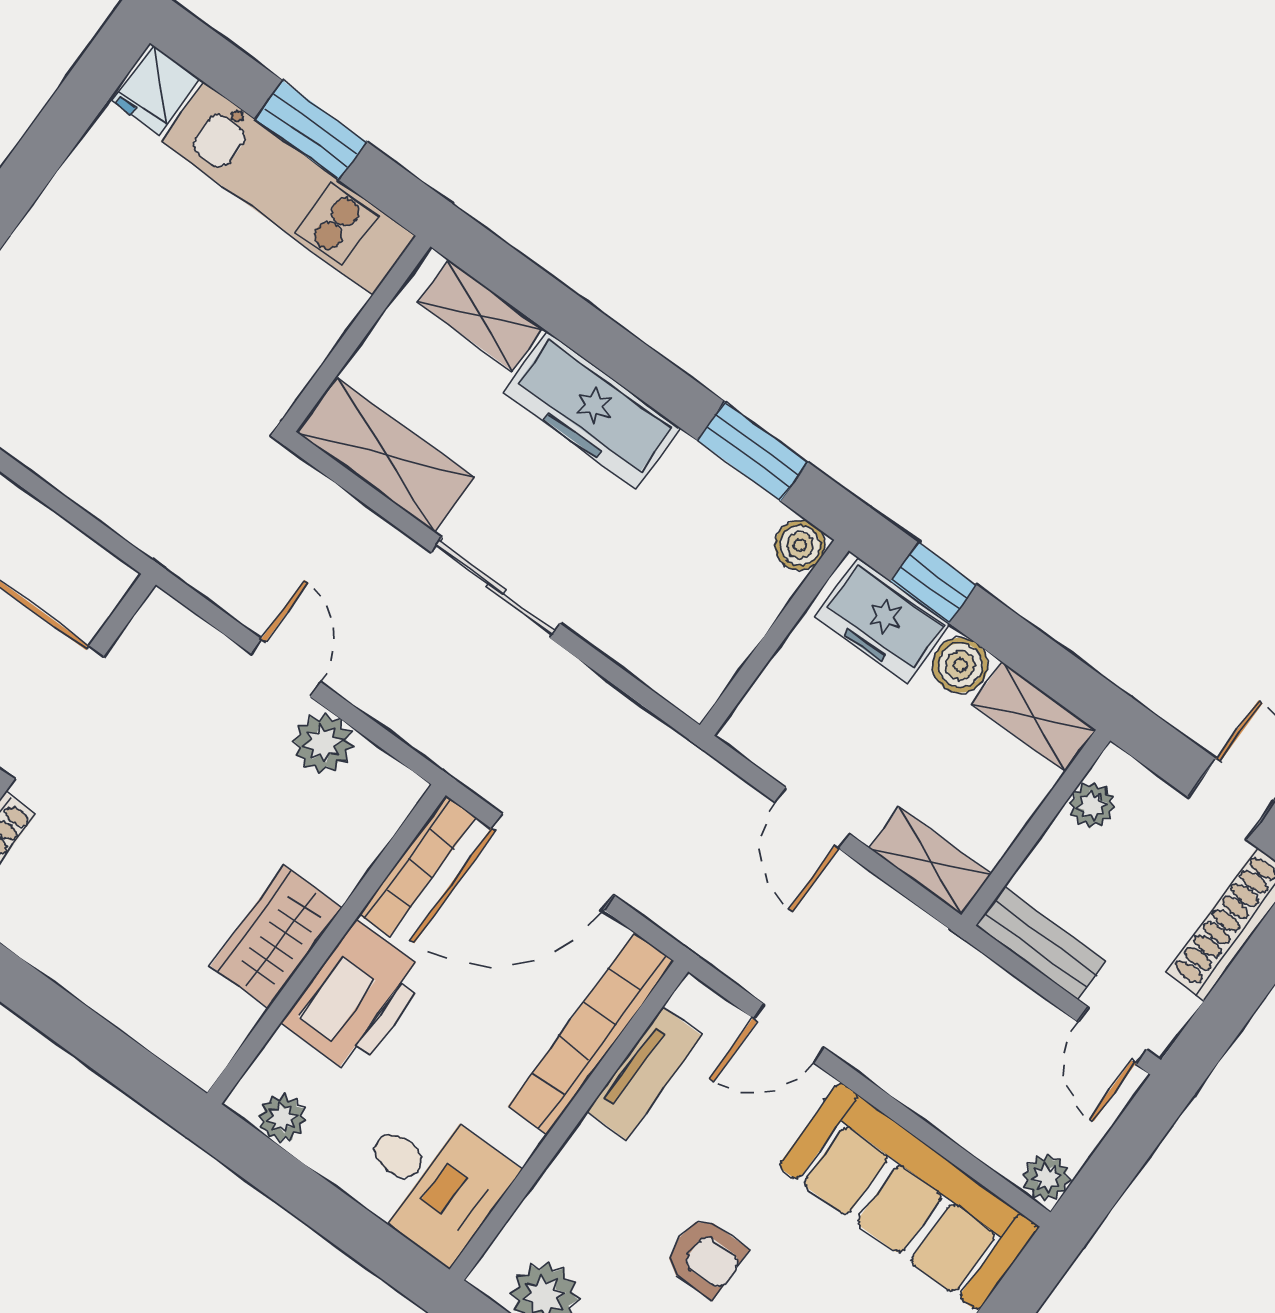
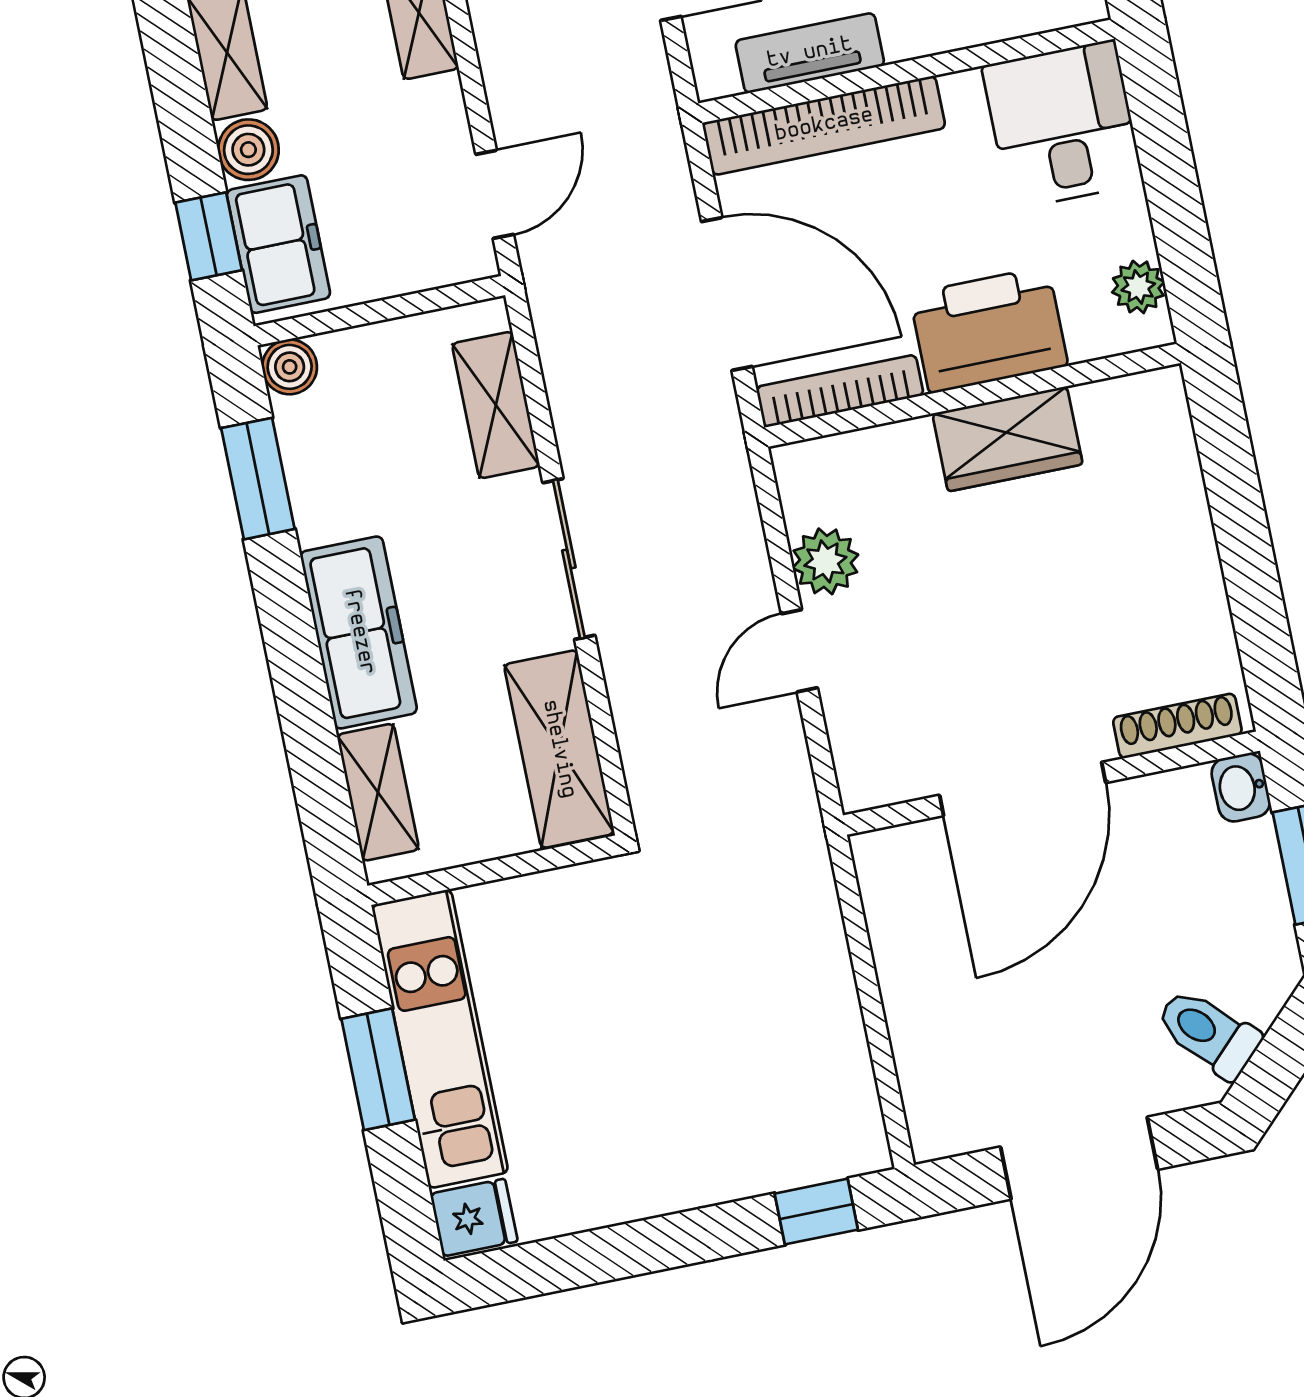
shelving: (639, 646) -> (496, 405), added
door: (813, 818) -> (495, 194), moved

